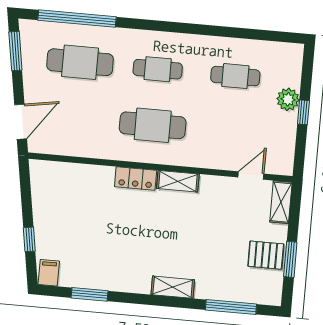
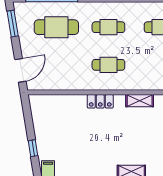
cafe table: (153, 125) -> (108, 65), width x0.73, depth x0.74
shelving: (178, 181) -> (140, 101), moved

